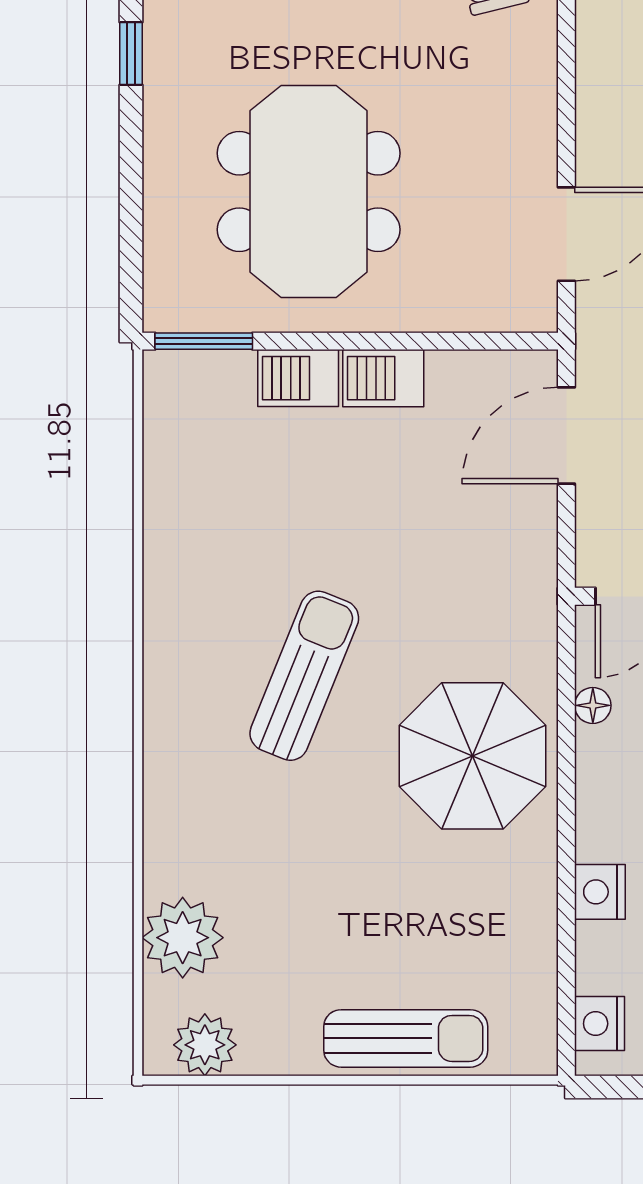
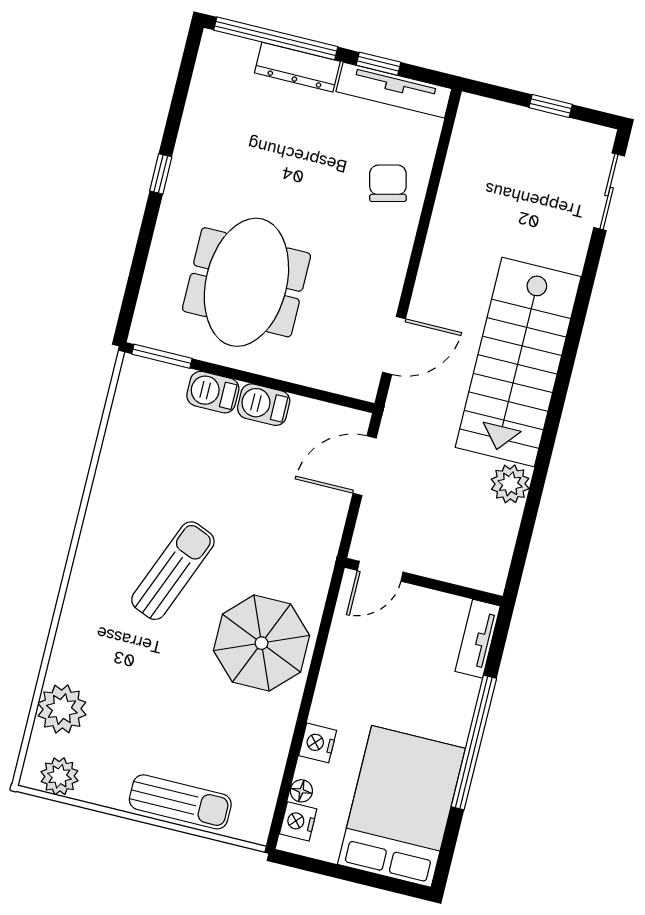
floor lamp: (593, 705) -> (301, 791), moved

